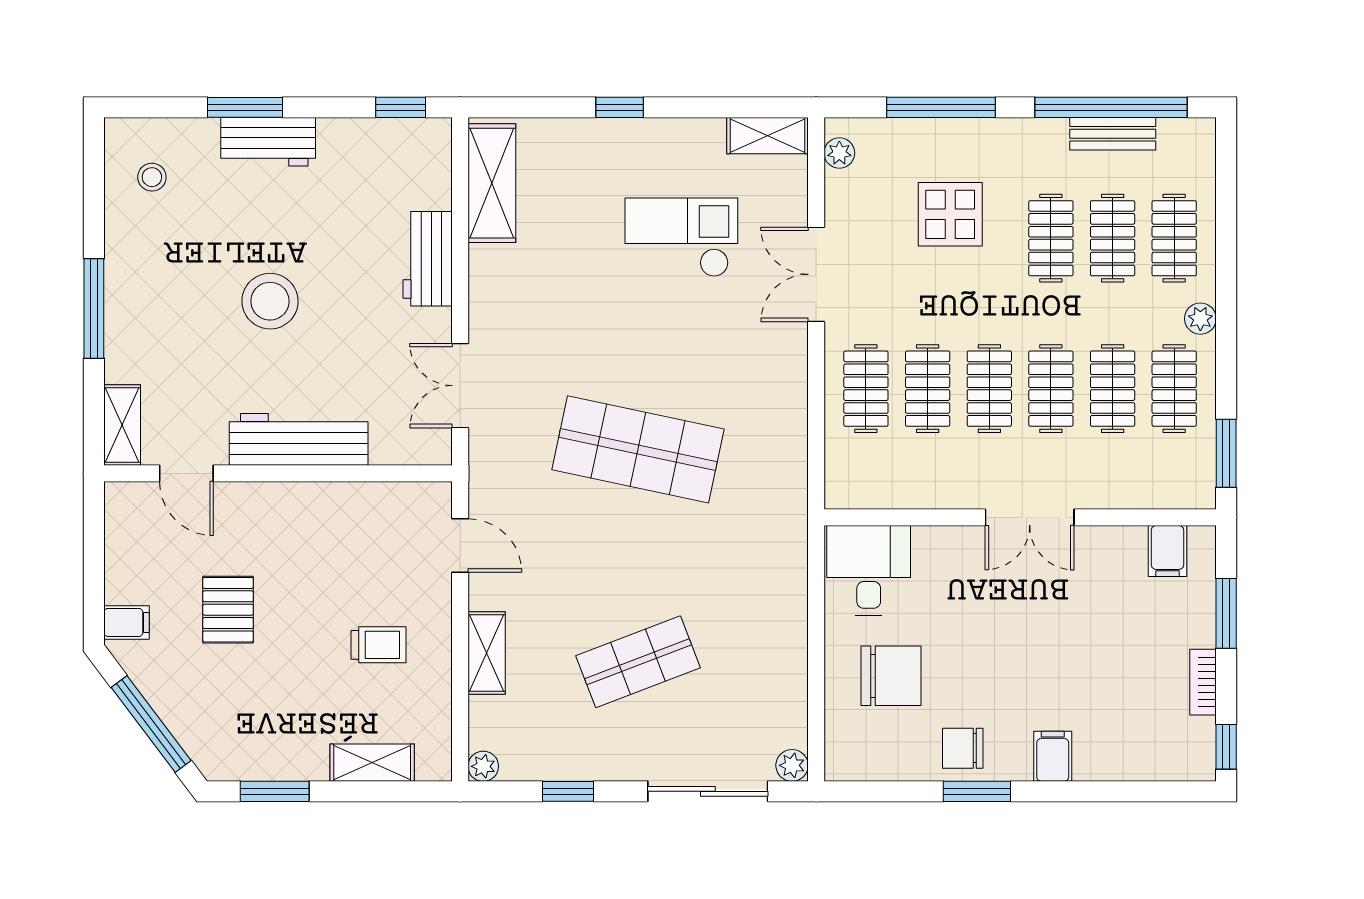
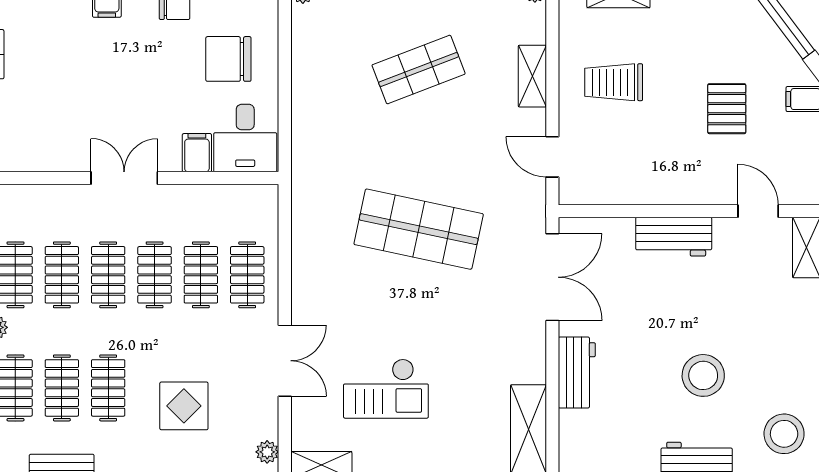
stool: (152, 177) -> (784, 434), width x1.89, depth x1.89
stool: (270, 301) -> (703, 375), moved
double door: (460, 386) -> (552, 277), width x1.37
workbench: (299, 439) -> (674, 237), width x0.73
filing cabinet: (1168, 551) -> (197, 153), moved
trolley: (378, 645) -> (614, 82), width x1.36, depth x1.39

